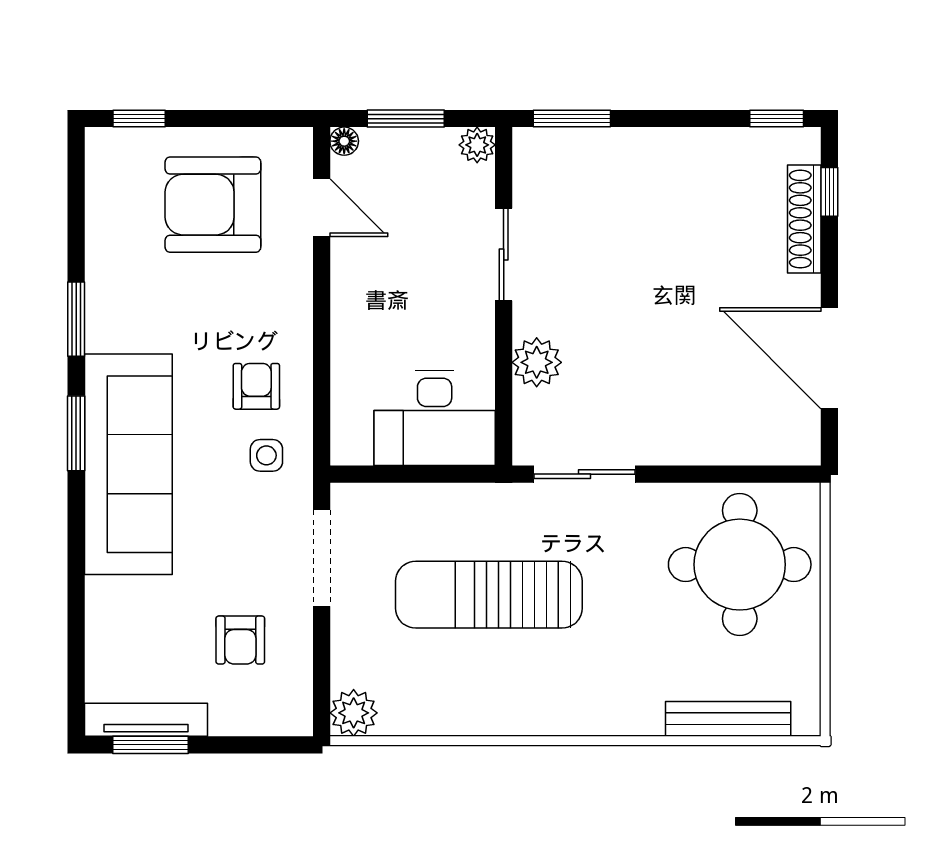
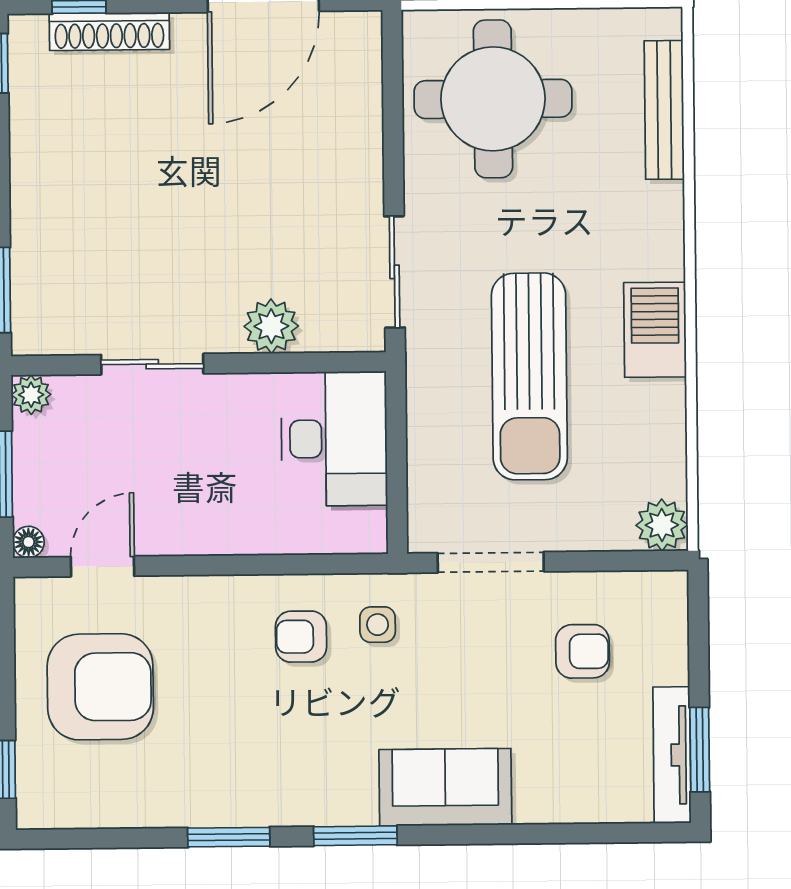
armchair: (213, 205) -> (100, 687), turned -90
sofa: (128, 464) -> (445, 787), width x0.54, depth x0.79
barbecue: (530, 709) -> (655, 330), added

